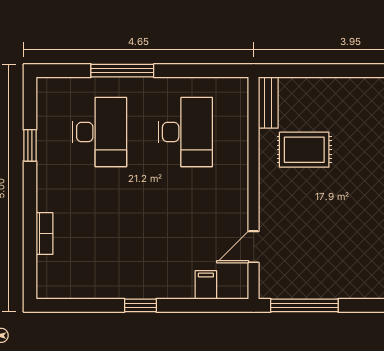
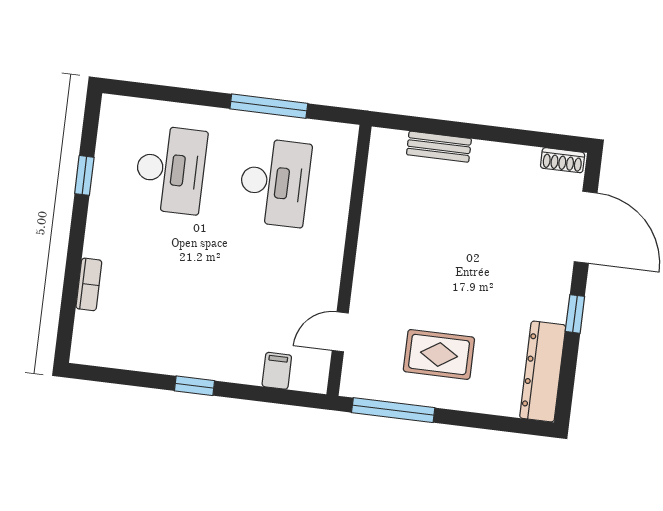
window: (122, 71) -> (269, 106), moved
bench: (268, 102) -> (439, 147), moved, turned 90
rug: (304, 150) -> (439, 354), moved

